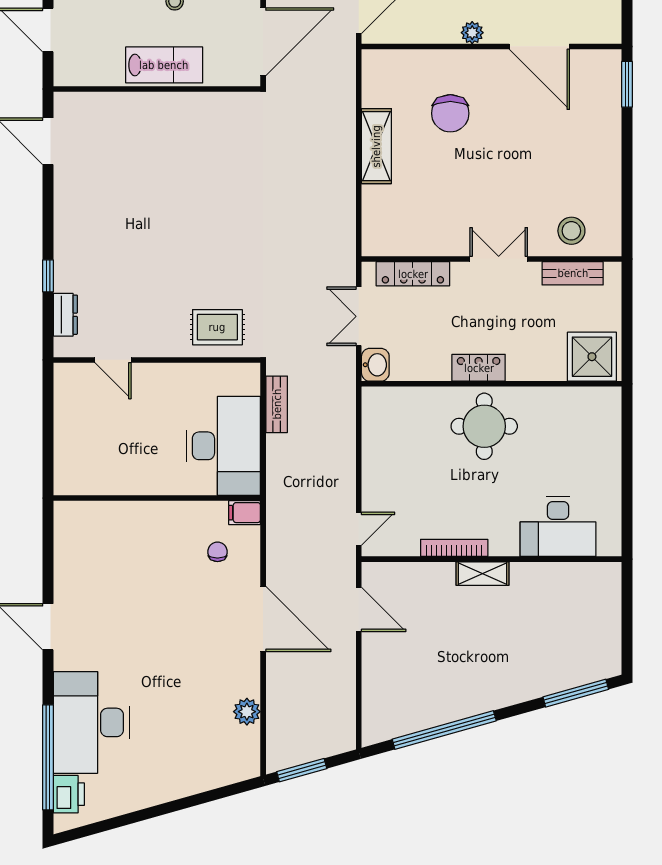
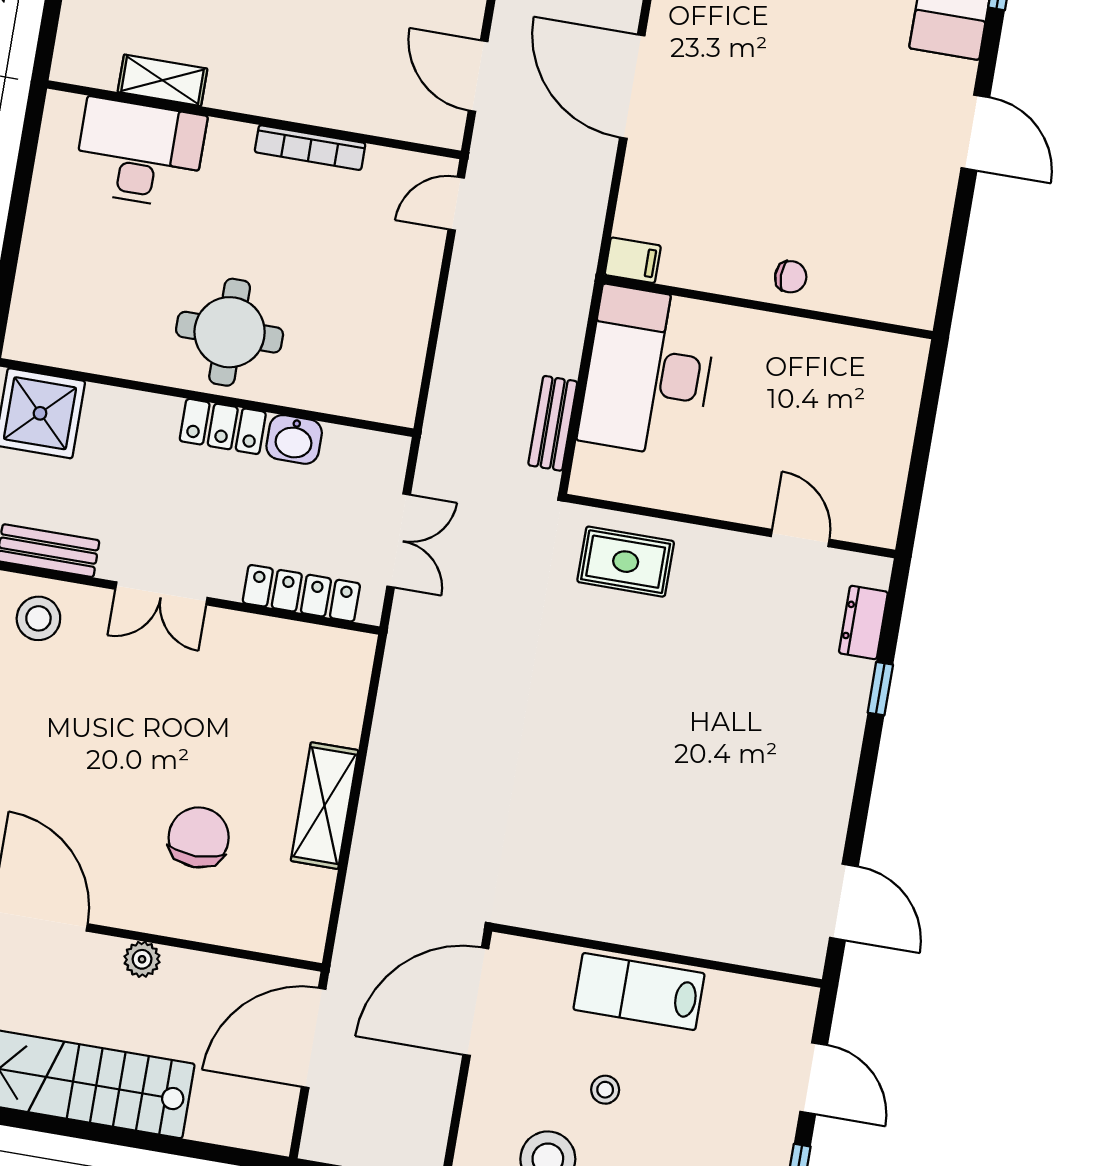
washbasin: (375, 365) -> (294, 439), moved, turned -90
chair: (217, 552) -> (791, 277), moved, turned -90
shelving: (482, 574) -> (163, 80), moved

